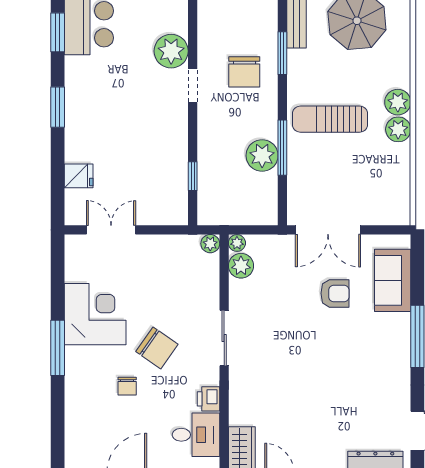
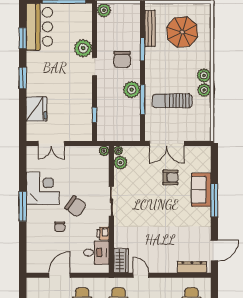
sun lounger: (330, 119) -> (172, 101), moved
plant: (262, 156) -> (132, 90), moved
fridge: (79, 176) -> (37, 109), width x1.88, depth x1.34
double door: (111, 230) -> (51, 143), swing flipped
sofa: (393, 280) -> (201, 190), moved

